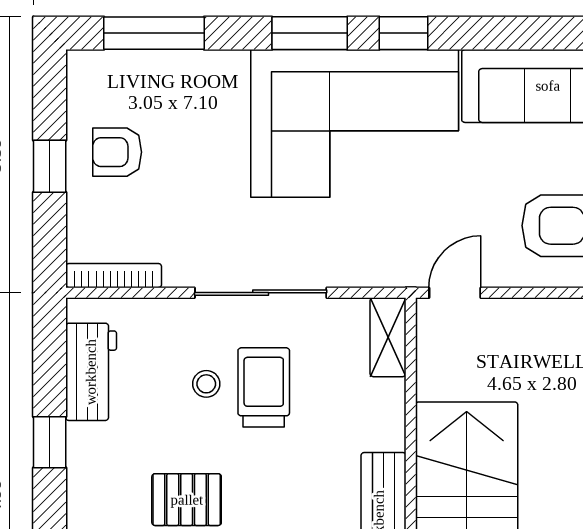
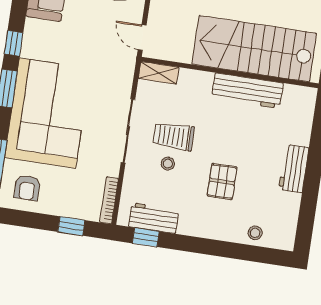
corner sofa: (355, 123) -> (47, 113), moved
armchair: (117, 152) -> (27, 188), moved
window: (50, 166) -> (71, 226), moved
window: (50, 442) -> (146, 237), moved

